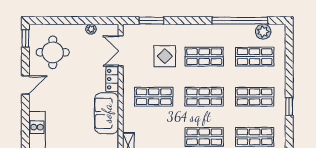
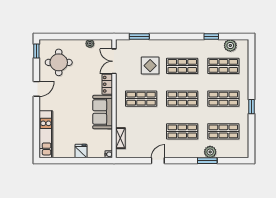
window: (240, 21) -> (211, 37), width x0.32

